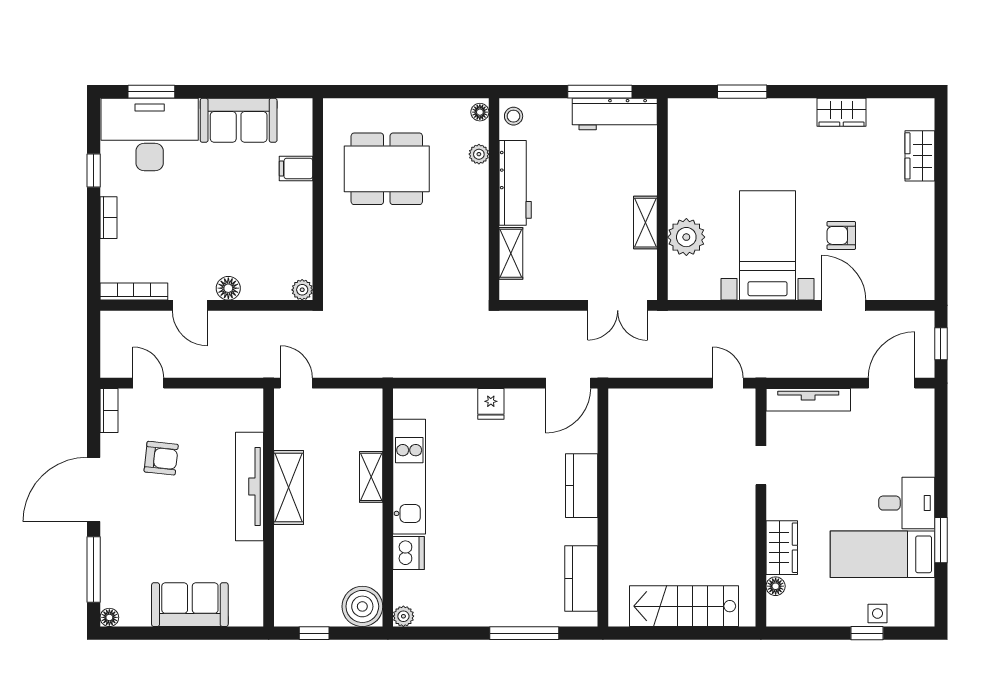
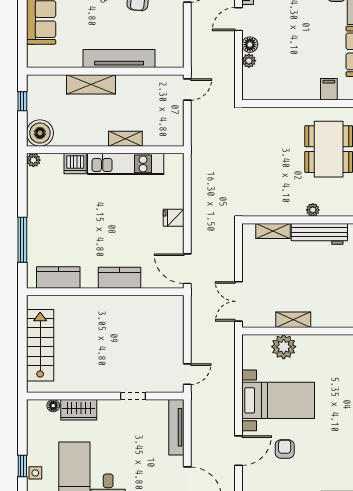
plant: (479, 154) -> (313, 210), moved
plant: (302, 290) -> (249, 61), moved
shelving: (289, 488) -> (91, 84), moved

